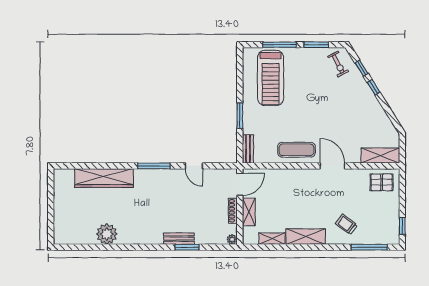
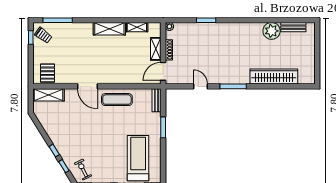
pallet: (382, 182) -> (48, 73), turned 90
trolley: (346, 224) -> (43, 35), moved
bench: (179, 239) -> (293, 27), moved

